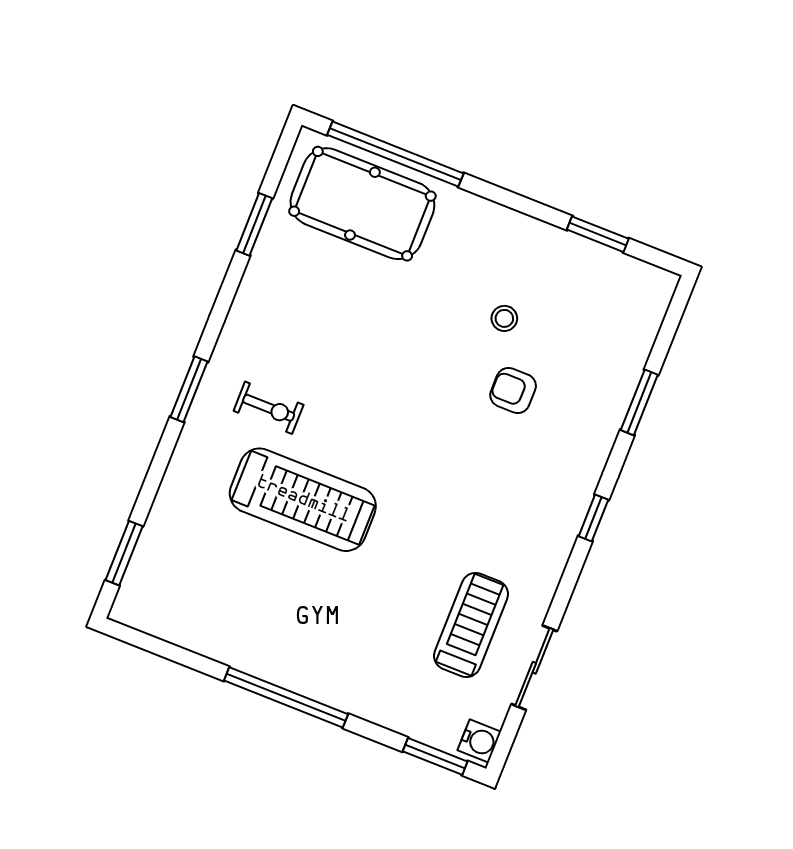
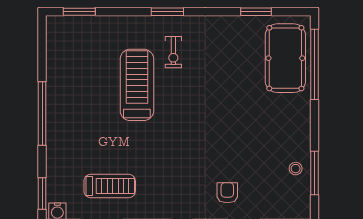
window: (598, 234) -> (314, 173), width x1.44
stool: (504, 318) -> (296, 169), moved
armchair: (513, 390) -> (227, 193), moved
treadmill: (303, 500) -> (137, 85), turned 180

